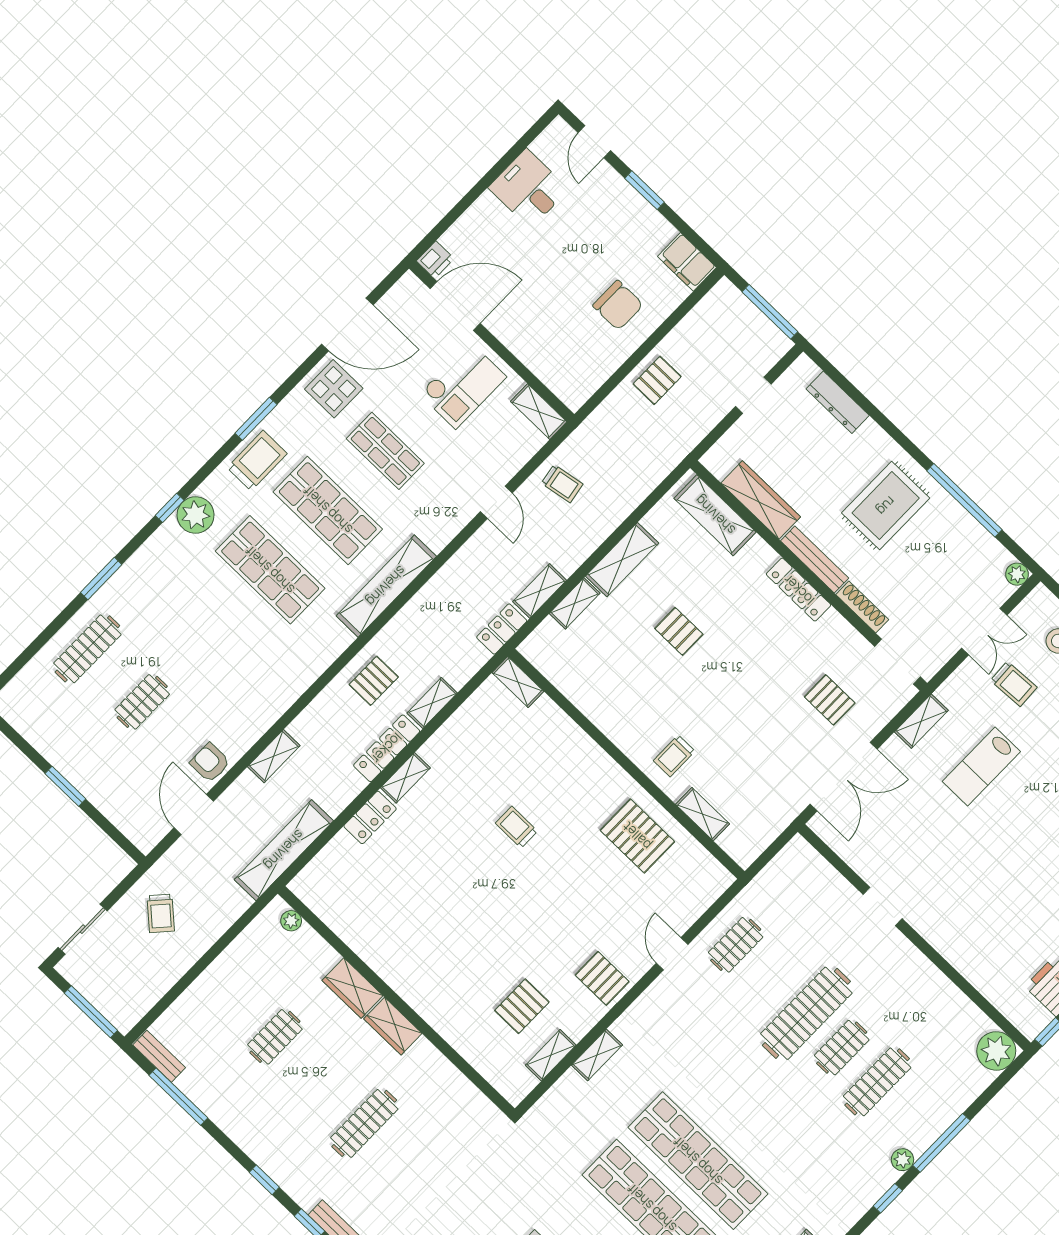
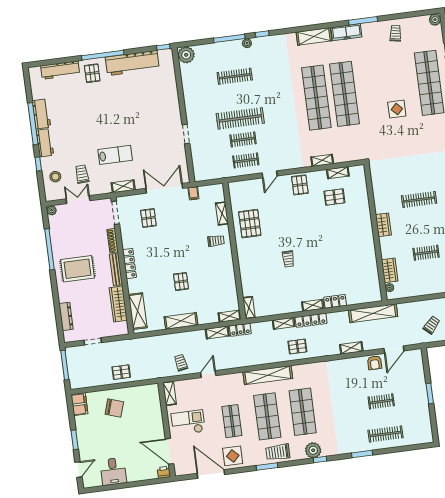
chair: (618, 305) -> (114, 408), turned 108
shelving: (575, 603) -> (229, 316), moved
filing cabinet: (784, 810) -> (193, 193), added
wardrobe: (353, 988) -> (390, 270), moved
clothes rail: (842, 1048) -> (243, 139), moved

